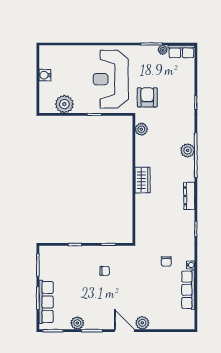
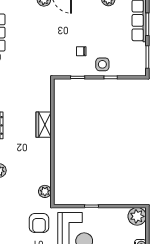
plant: (64, 104) -> (137, 216), moved
wardrobe: (143, 180) -> (44, 125), moved
side table: (83, 258) -> (102, 64), added
chair: (166, 261) -> (20, 61), removed

